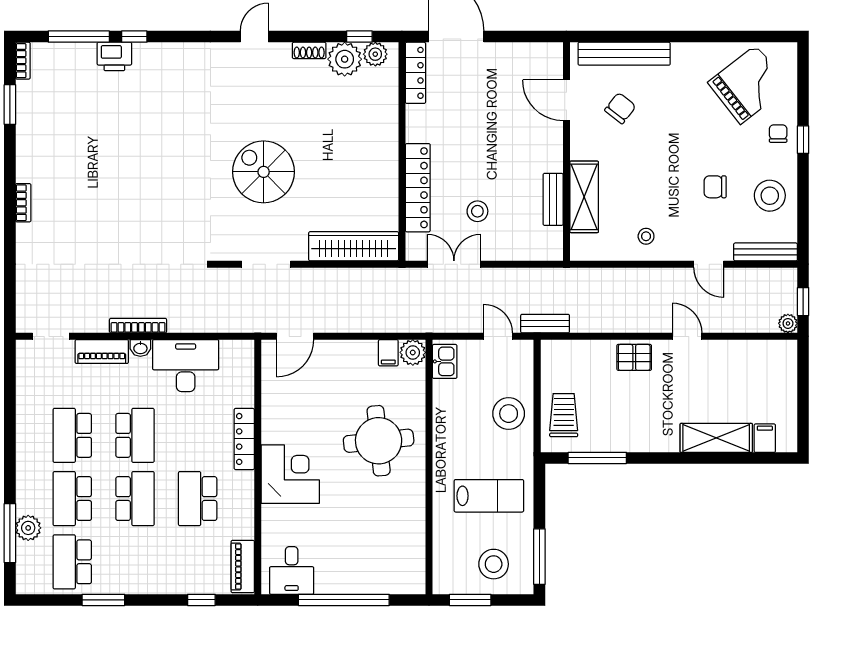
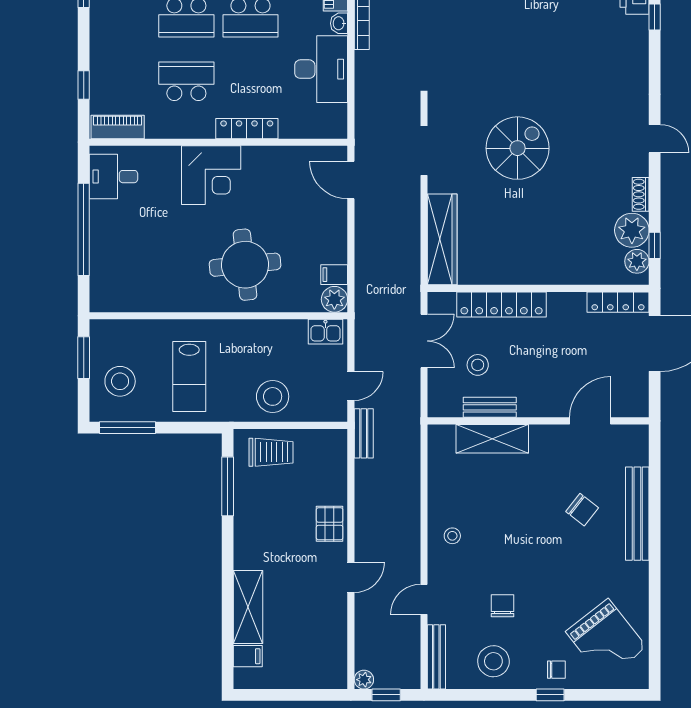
door: (566, 100) -> (590, 421), moved
wall: (566, 152) -> (538, 421), moved
shelving: (584, 197) -> (492, 439), moved
bench: (553, 199) -> (490, 407), moved

